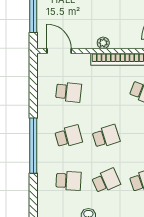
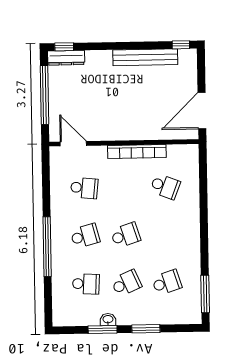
plant: (103, 43) -> (121, 134), removed

